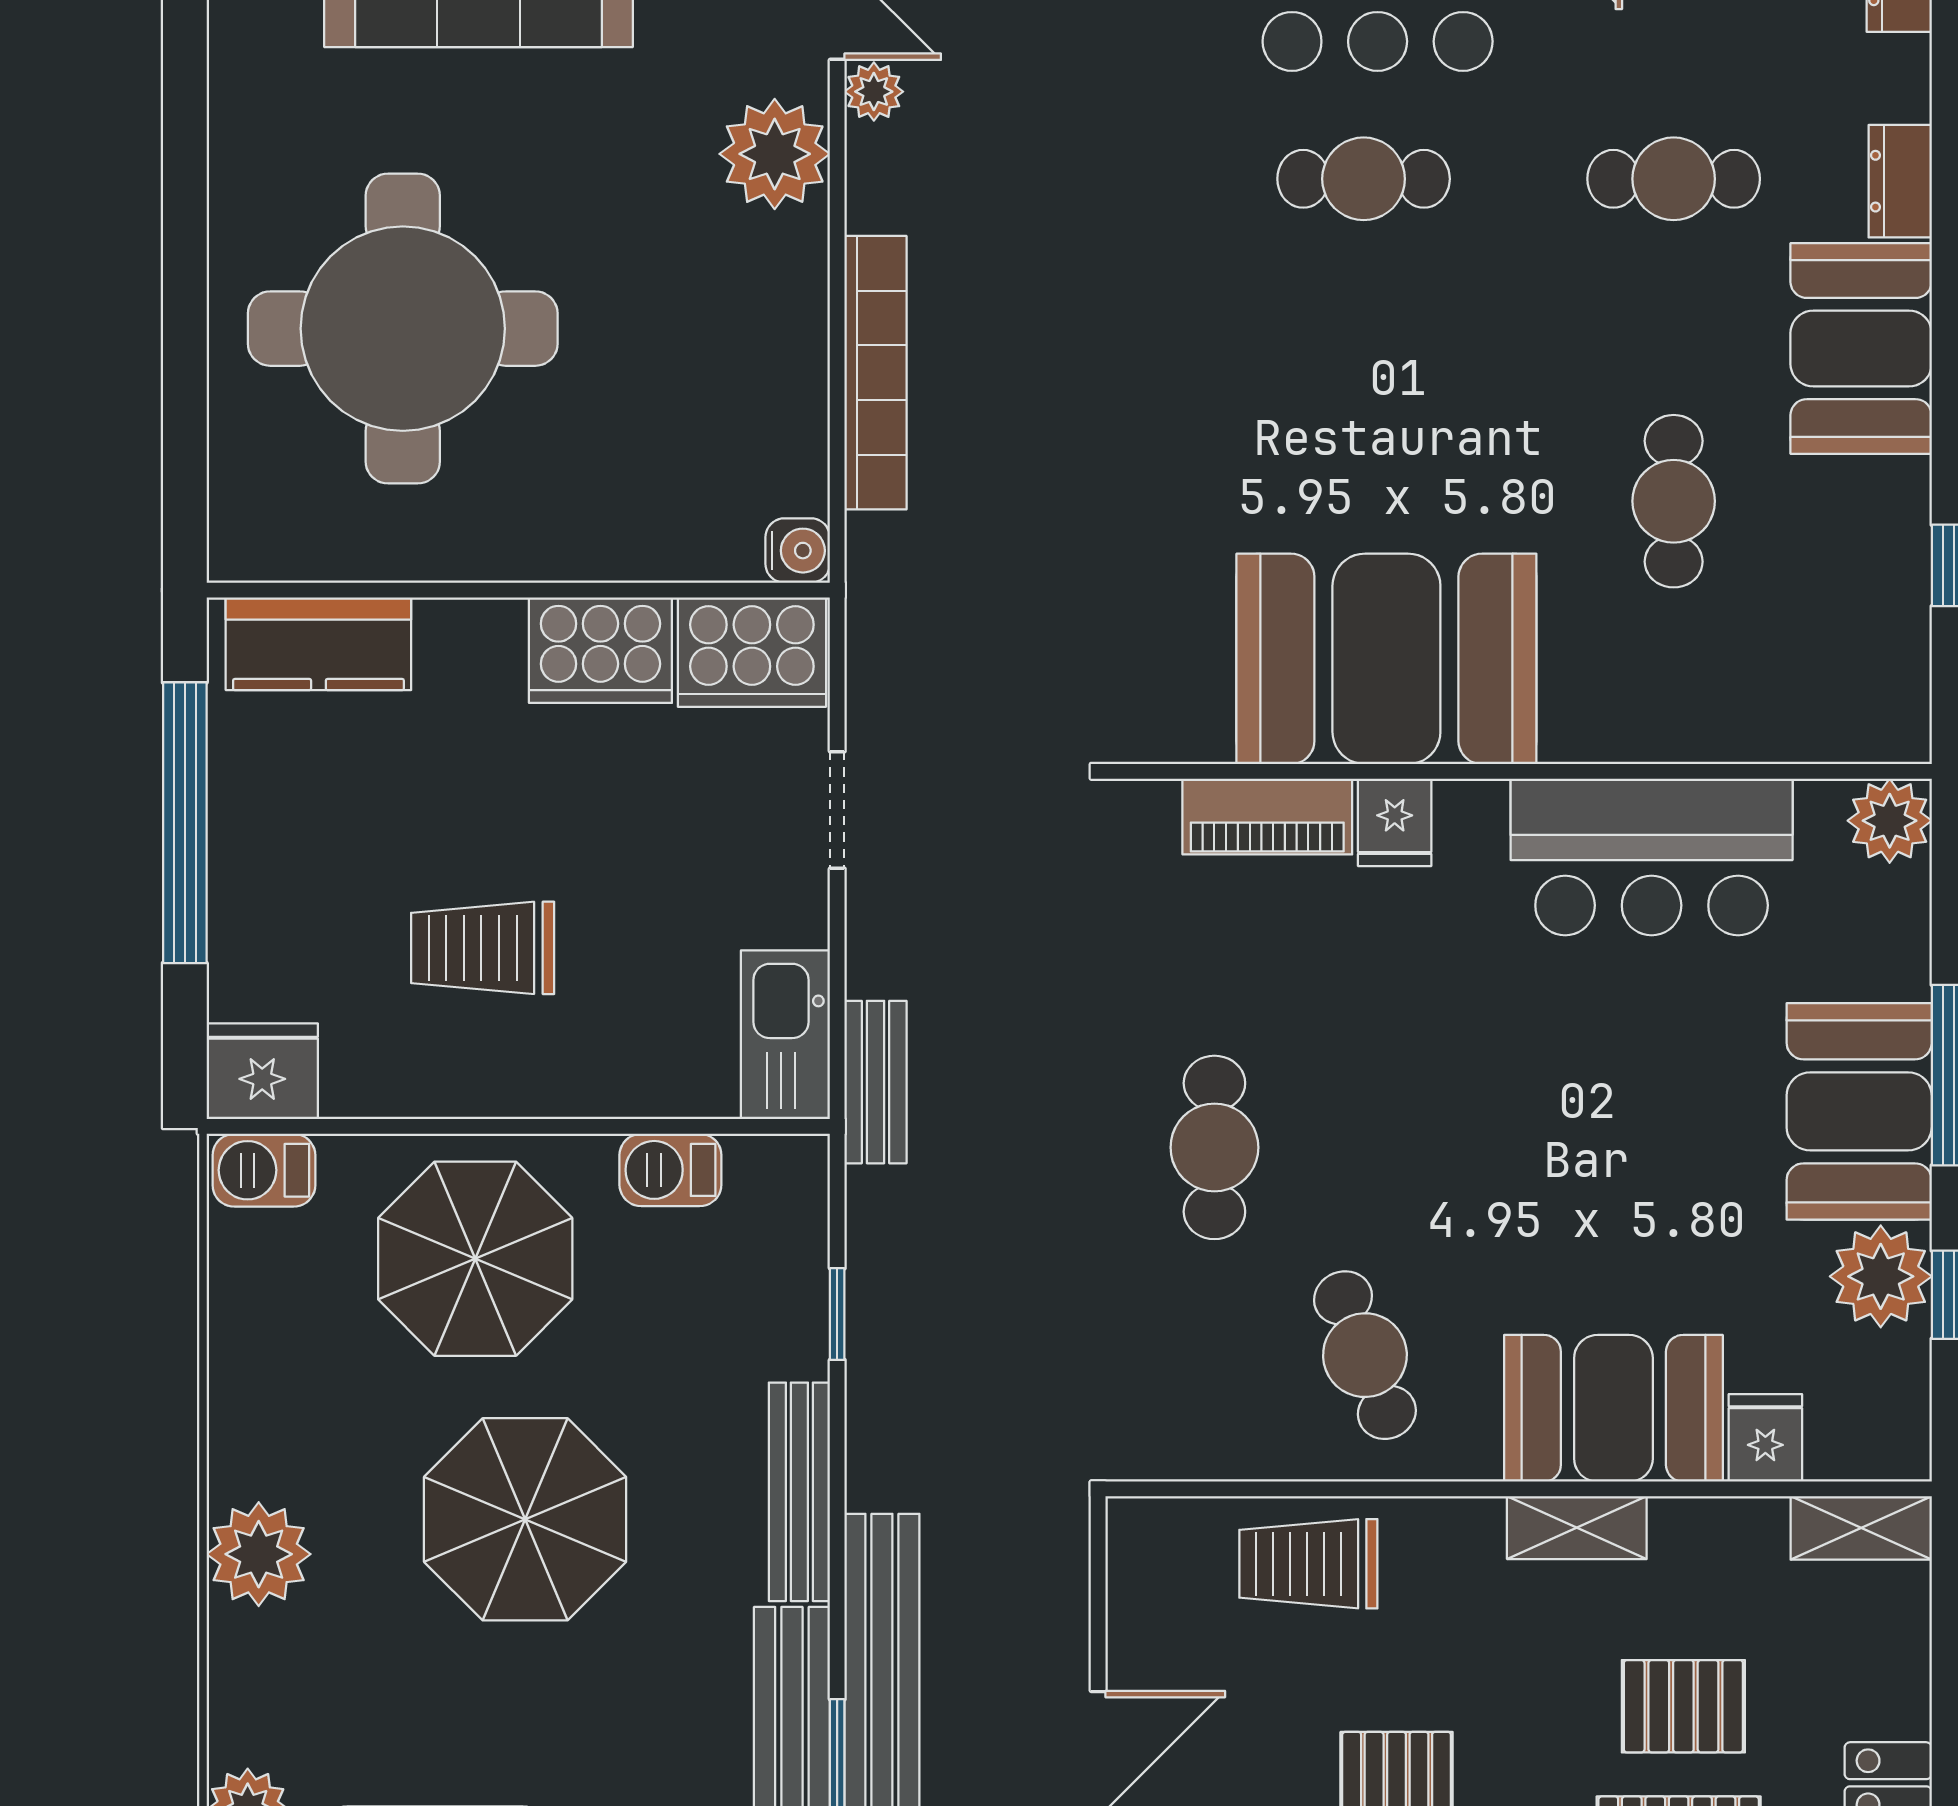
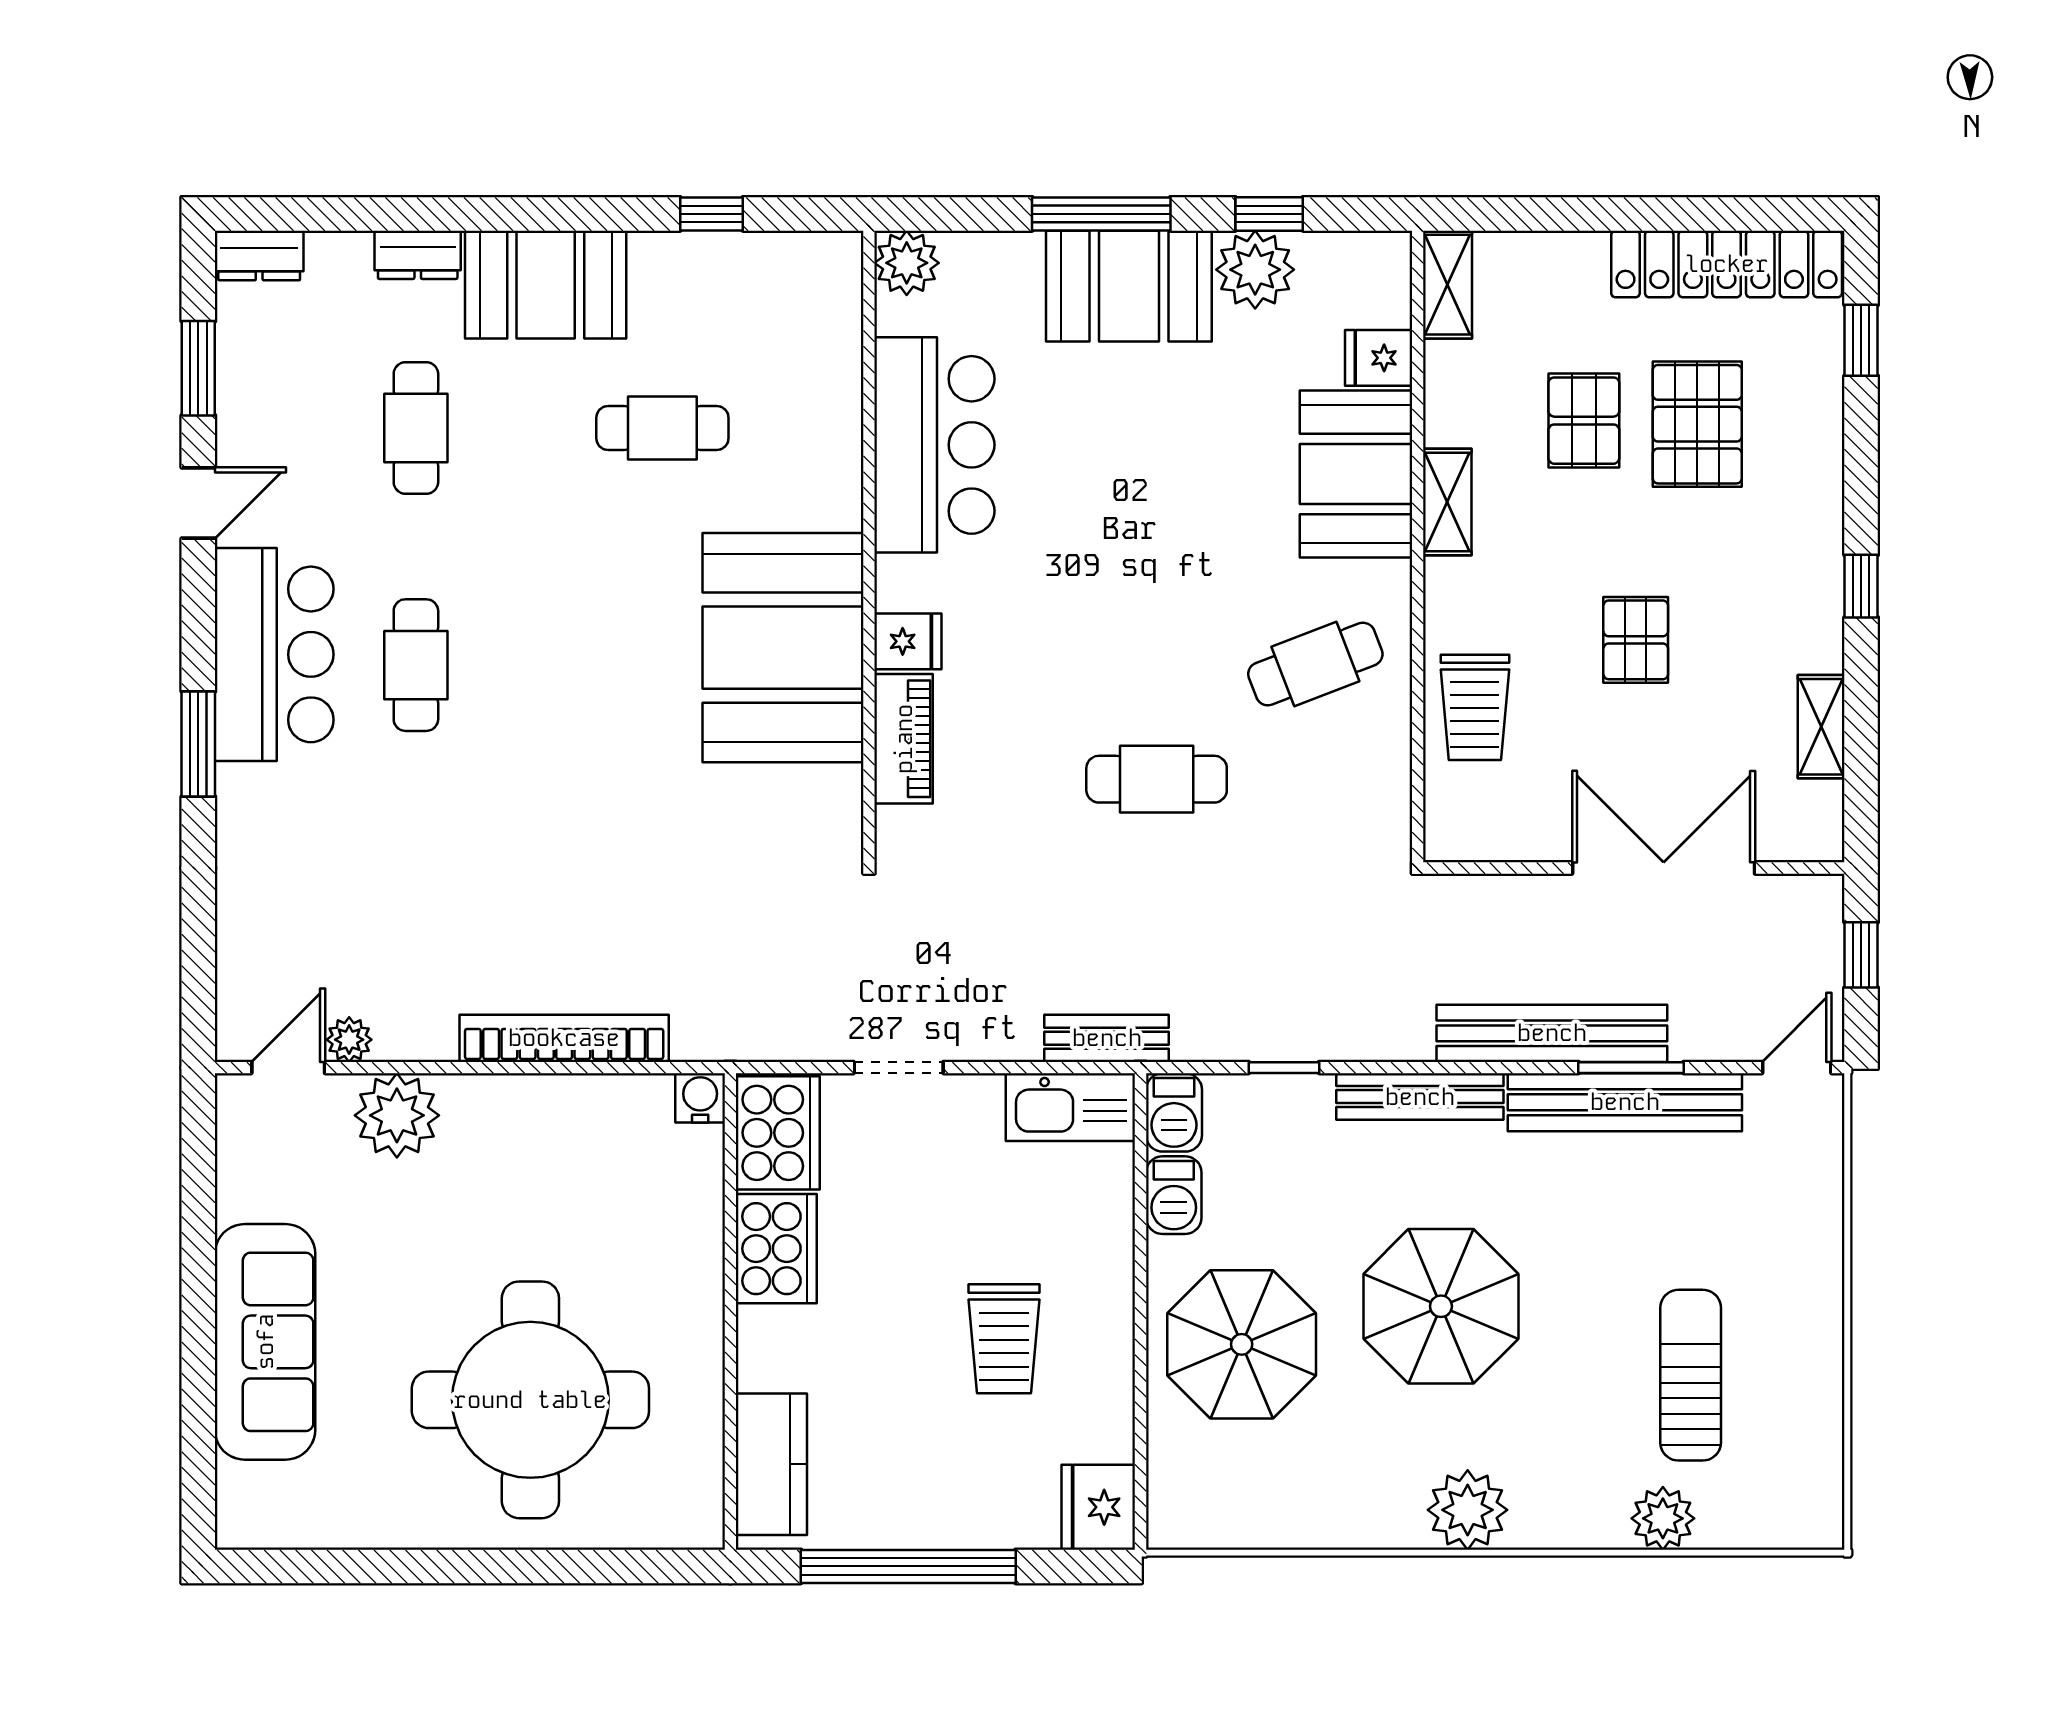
barbecue: (264, 1170) -> (1174, 1112), moved

